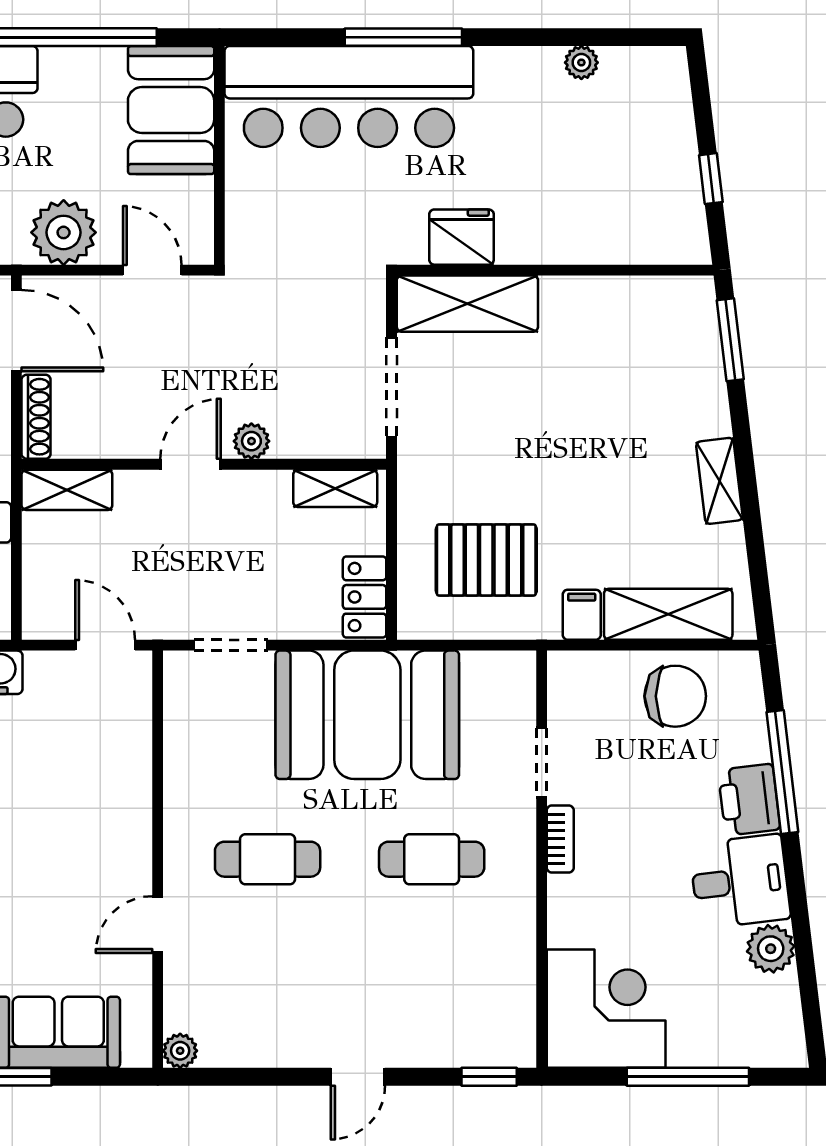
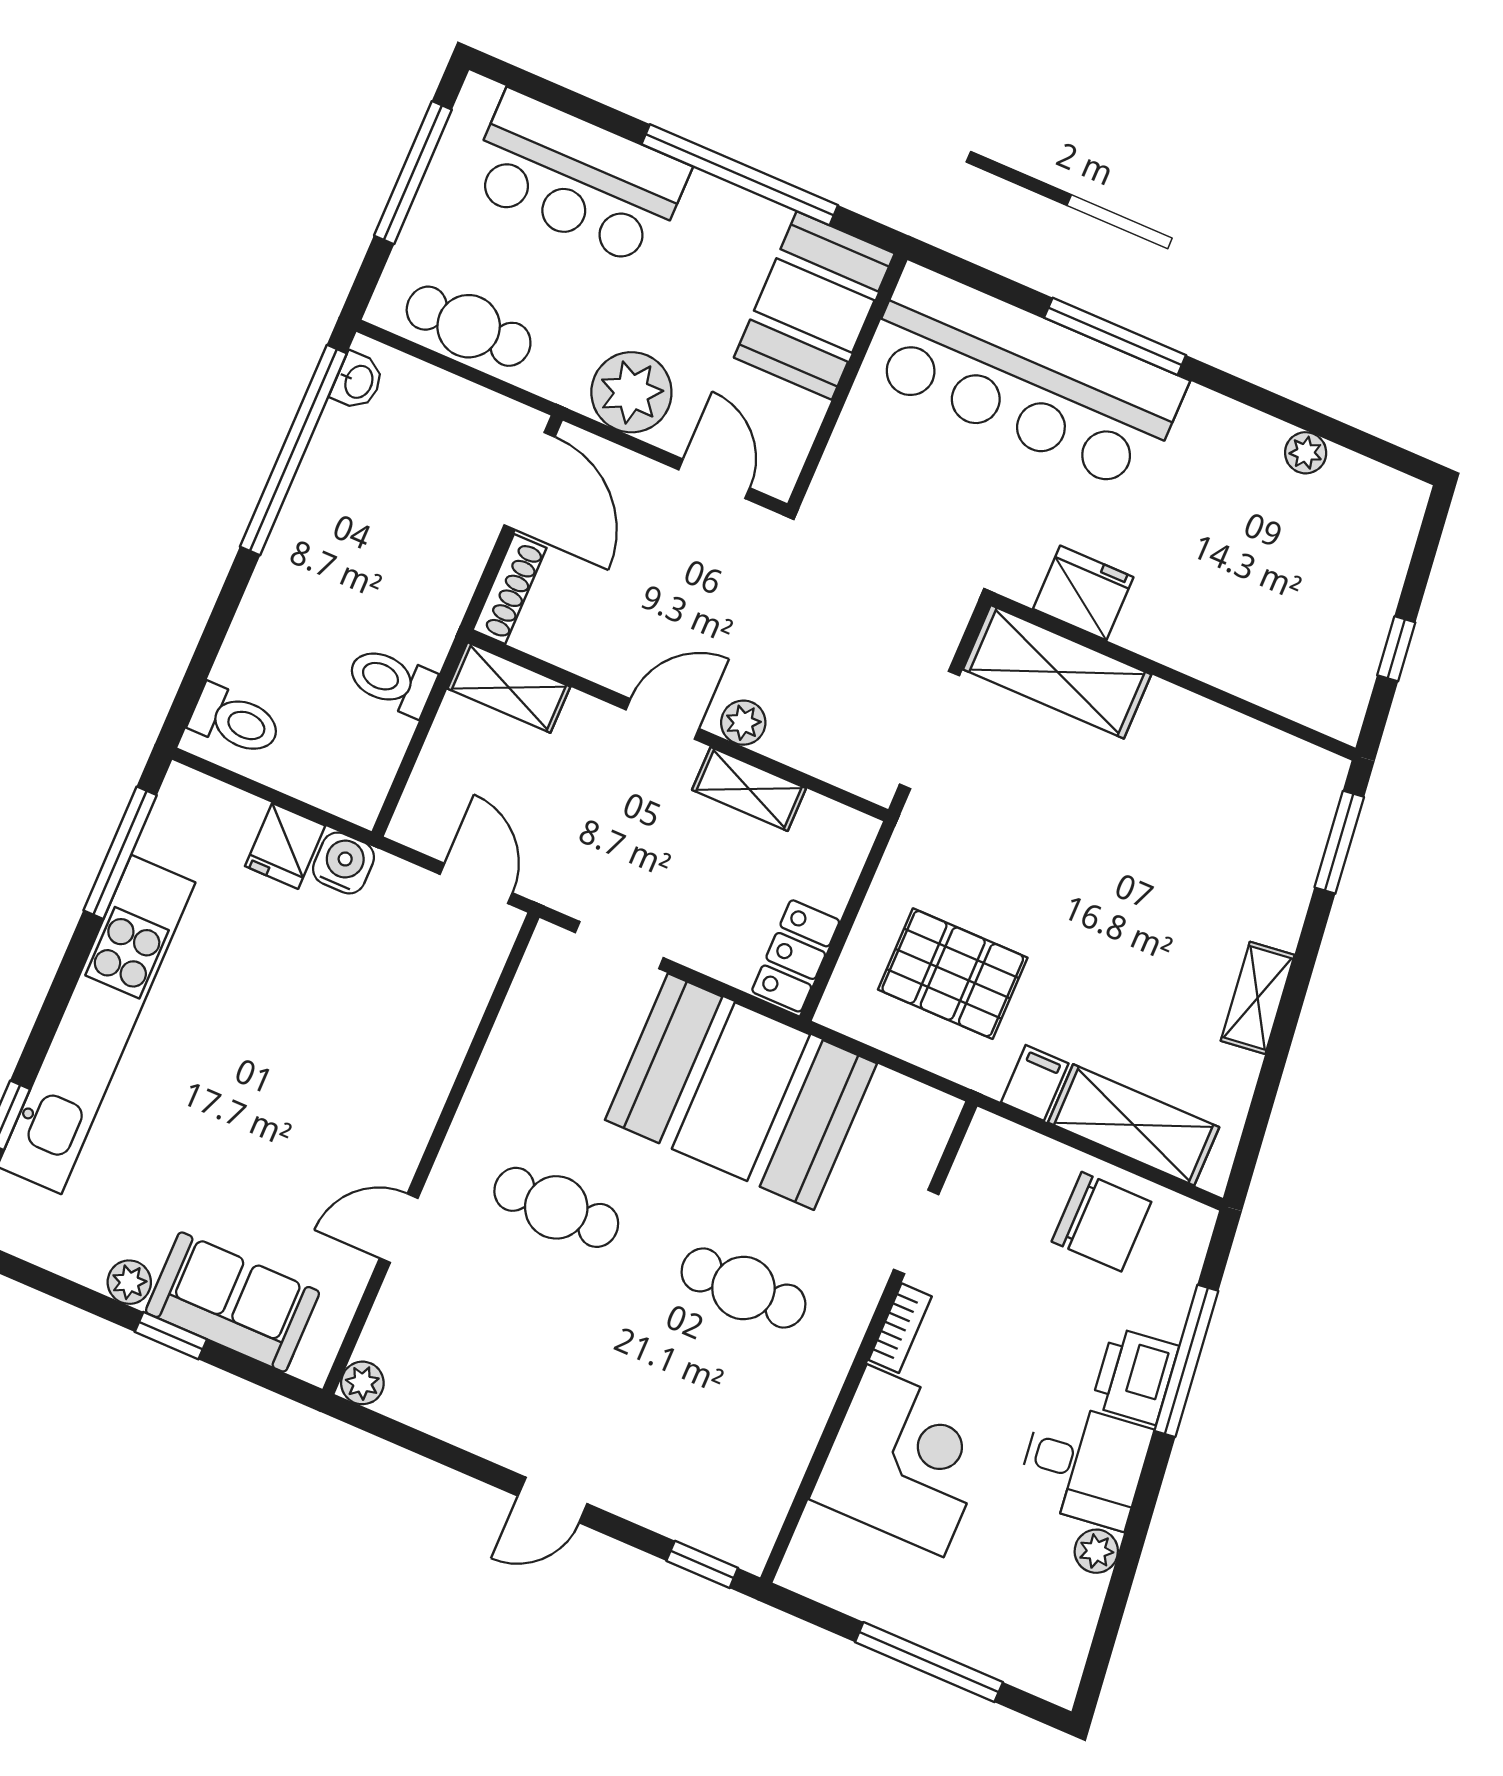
shelving: (335, 488) -> (749, 789), moved
plant: (771, 949) -> (1096, 1551), width x0.73, depth x0.73
corner desk: (606, 1009) -> (905, 1461), moved

